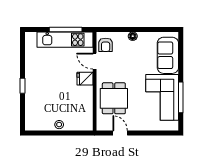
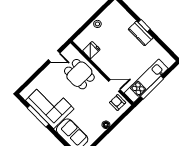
fridge: (85, 79) -> (91, 50), moved
kitchen counter: (32, 82) -> (141, 33), added

